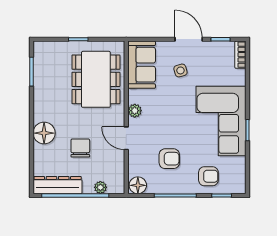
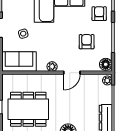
dining table: (96, 79) -> (28, 109), moved
chair: (80, 148) -> (79, 106), removed
plant: (100, 187) -> (107, 80), moved

